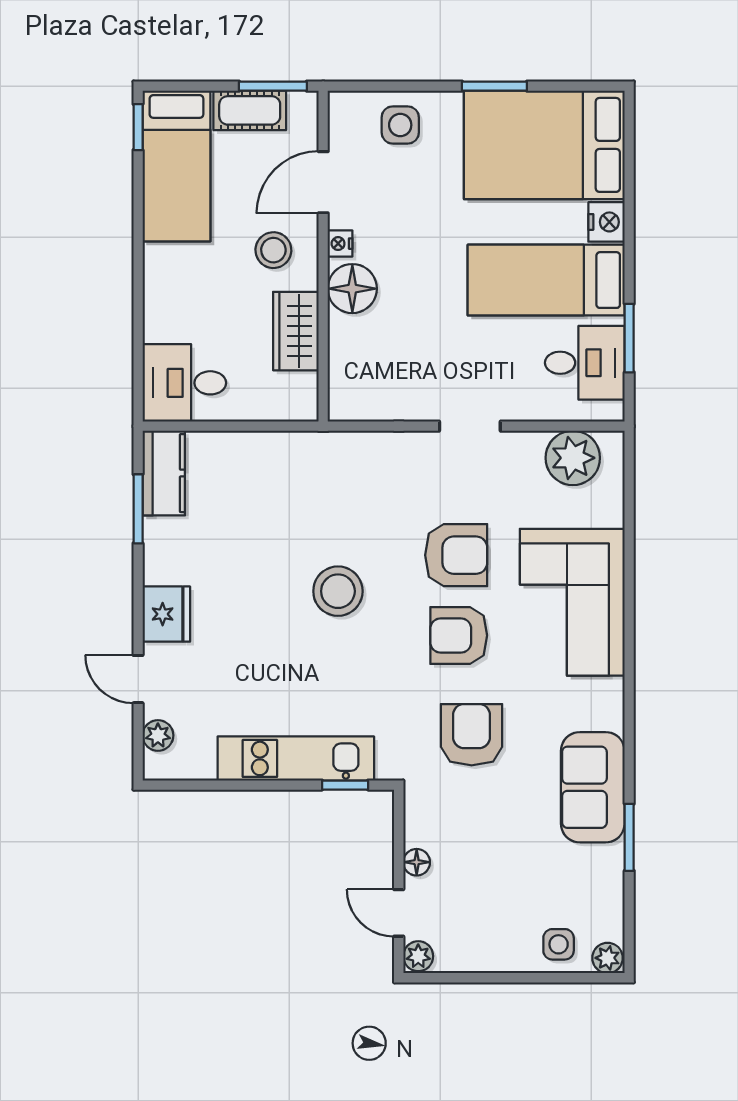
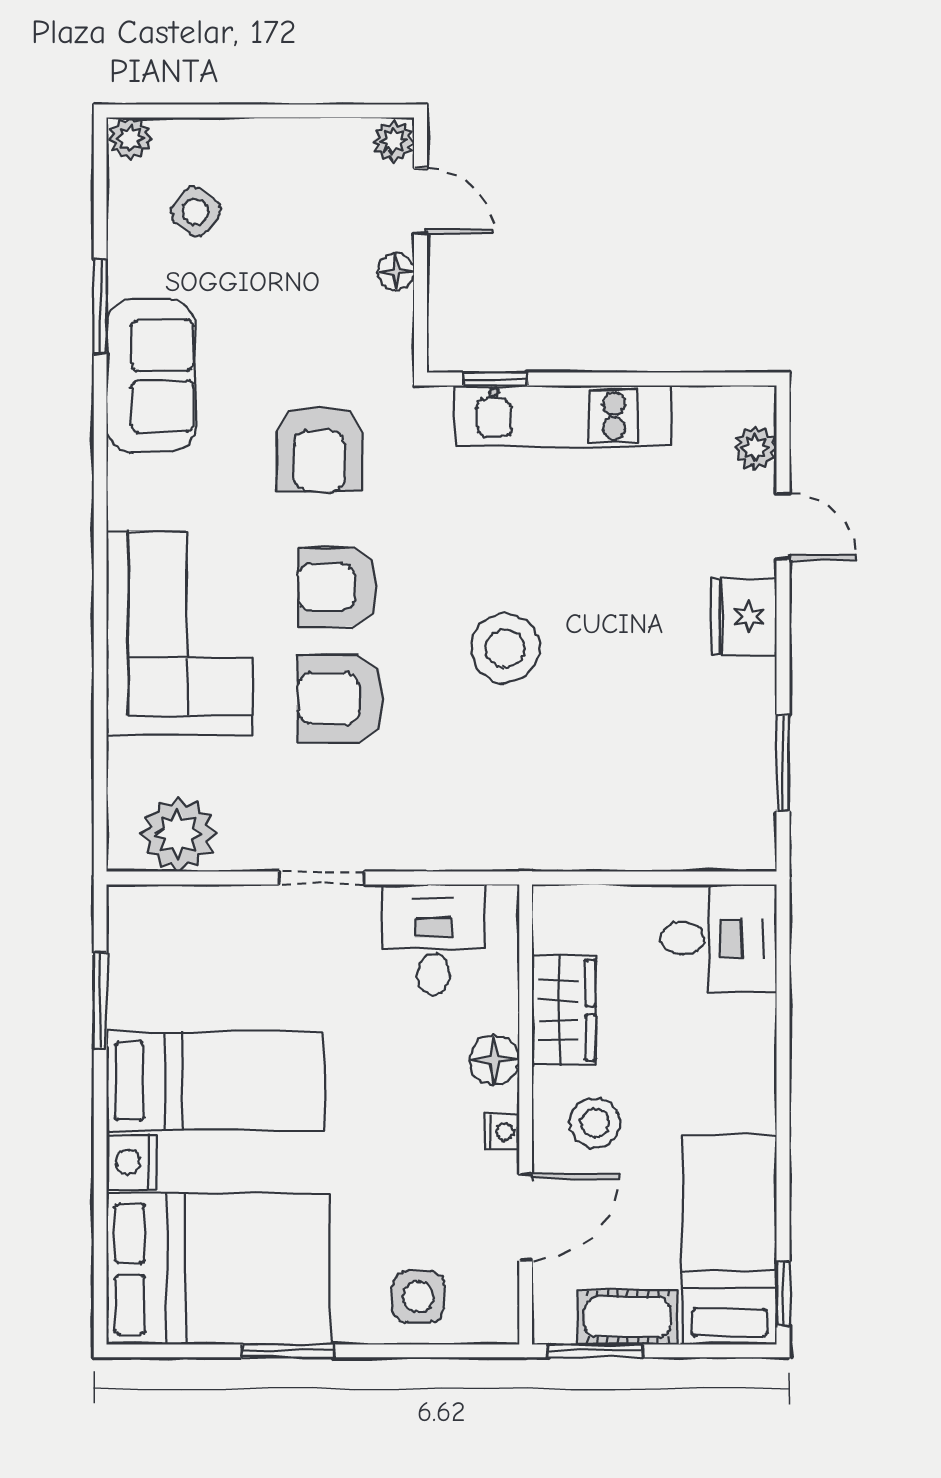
floor lamp: (352, 289) -> (494, 1060), width x0.73, depth x0.73
desk: (585, 363) -> (433, 940), moved, turned 90
kitchen counter: (164, 473) -> (747, 813), removed
armchair: (459, 635) -> (337, 587), turned 180
side table: (559, 944) -> (195, 212), moved, turned 37

